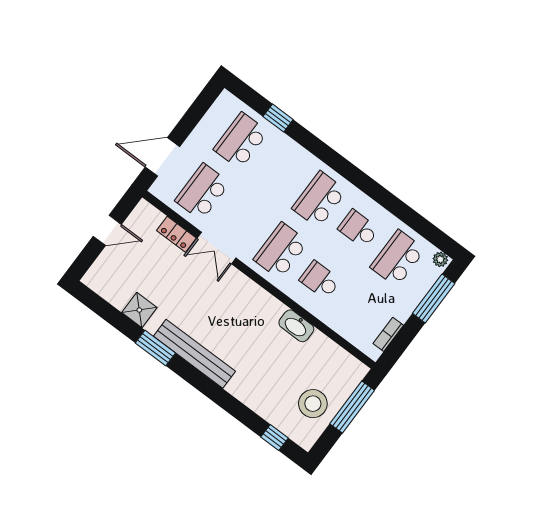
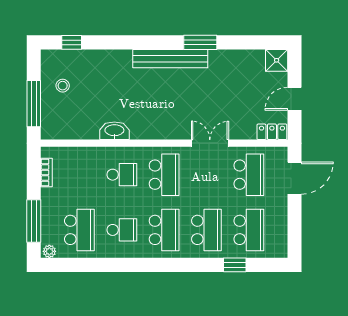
school desk: (280, 170) -> (206, 230), added
locker: (176, 234) -> (272, 132), moved
shower: (139, 310) -> (277, 60), moved
stool: (313, 404) -> (63, 86), width x0.53, depth x0.53

